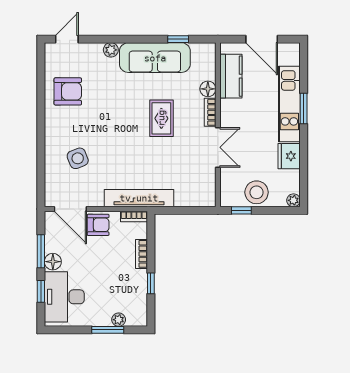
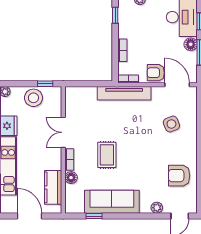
plant: (111, 50) -> (157, 208), moved
window: (151, 283) -> (115, 15), moved

